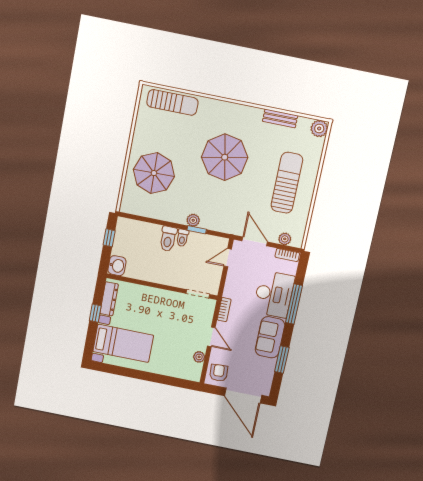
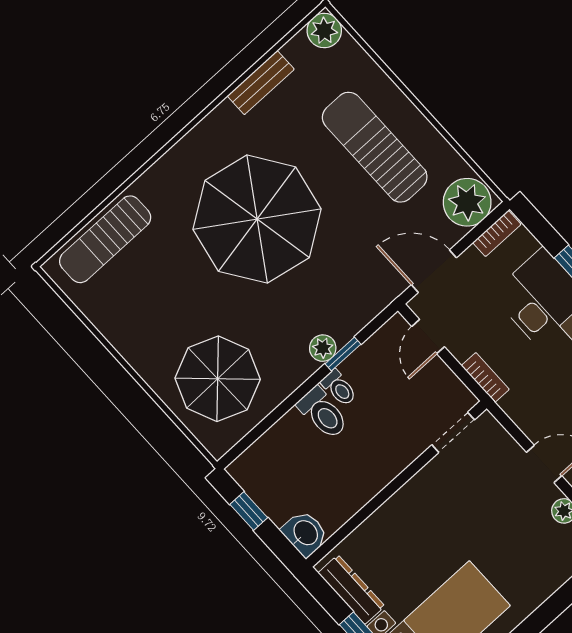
sun lounger: (172, 102) -> (105, 239), turned 180
parasol: (225, 157) -> (257, 219), width x1.36, depth x1.36
parasol: (154, 173) -> (218, 379), moved
plant: (285, 239) -> (467, 202), width x1.88, depth x1.88
bookcase: (224, 310) -> (485, 377), moved

